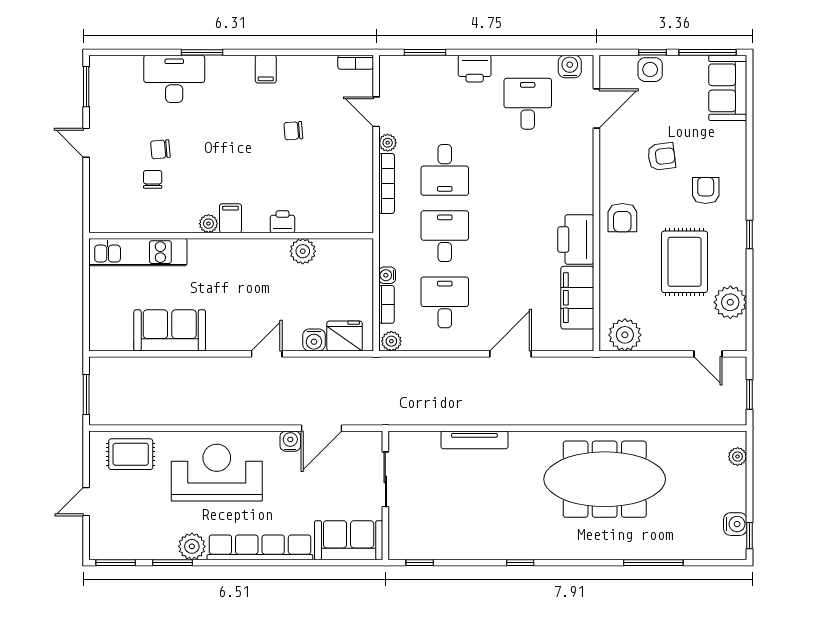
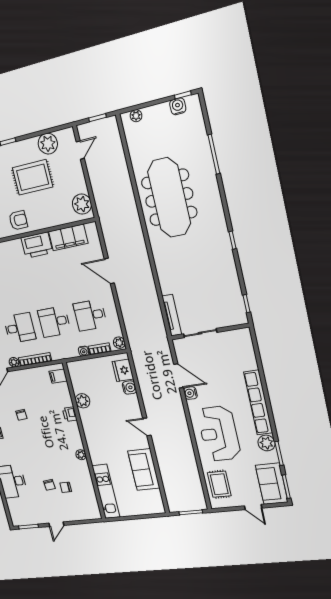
filing cabinet: (230, 218) -> (58, 376), moved
door: (267, 354) -> (147, 427), moved
tv unit: (474, 440) -> (172, 315), moved
sofa: (349, 540) -> (272, 484), moved

